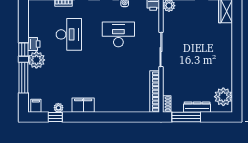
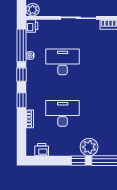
desk: (118, 34) -> (63, 62), turned 90
printer: (34, 44) -> (42, 150), moved

